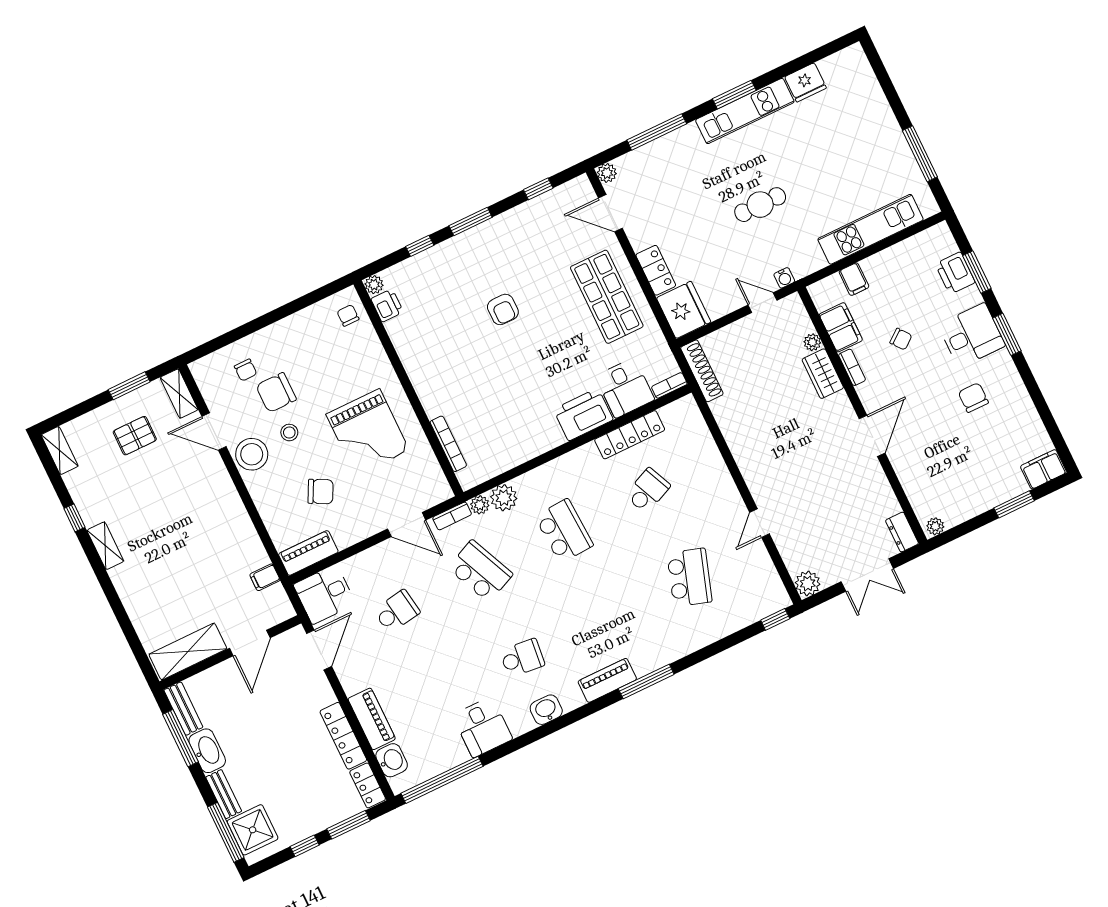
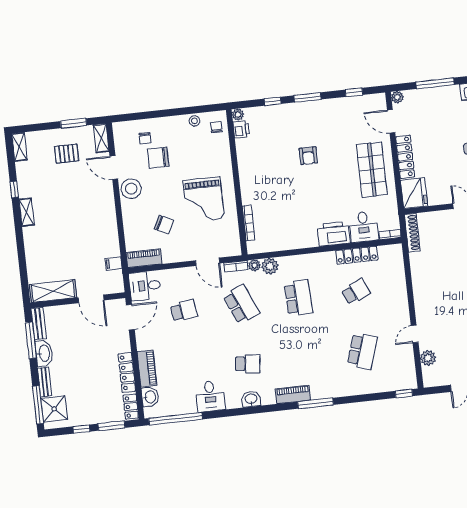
locker: (656, 270) -> (405, 157), width x1.53
stool: (289, 433) -> (194, 121), moved
plant: (808, 583) -> (428, 358), moved
door: (250, 643) -> (91, 299), hinge flipped

